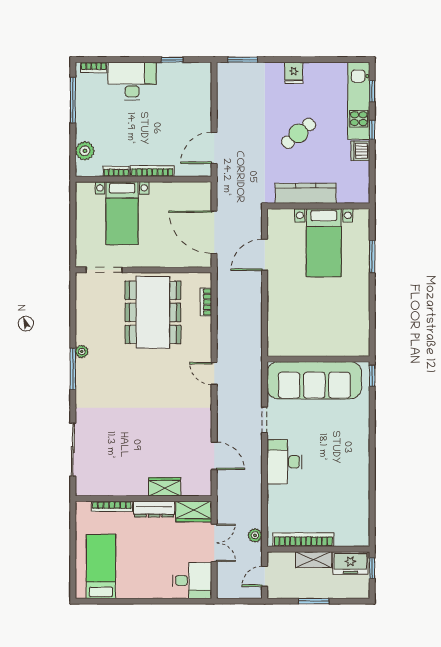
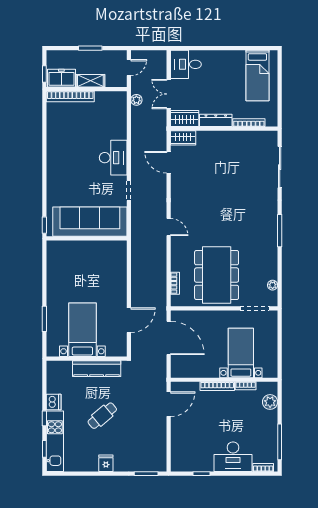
plant: (82, 351) -> (273, 285), moved
wardrobe: (165, 487) -> (183, 138), moved
bookcase: (303, 540) -> (70, 96), moved

